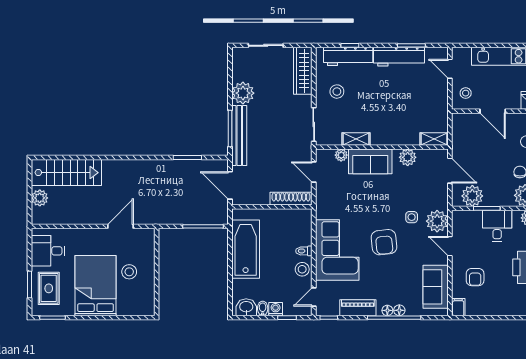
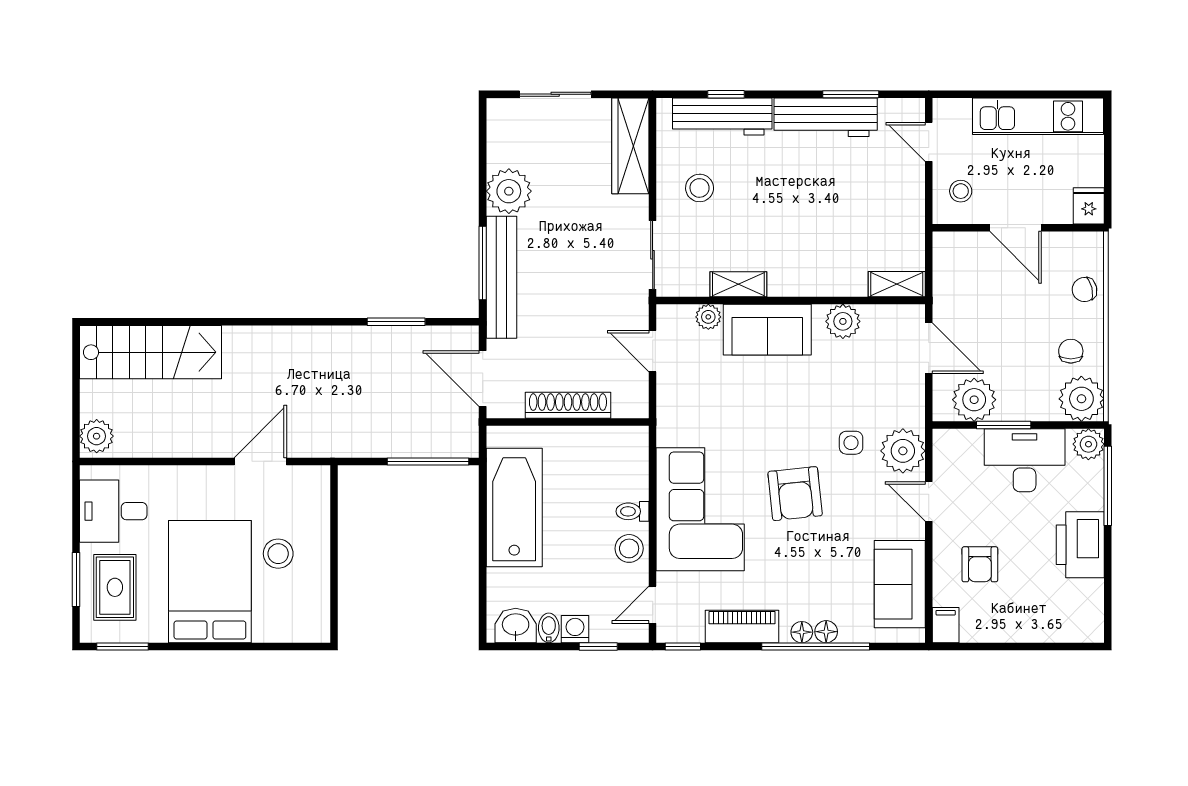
plant: (40, 198) -> (97, 436), moved
shoe rack: (291, 199) -> (568, 405), moved
desk: (497, 226) -> (1025, 460), width x1.37

